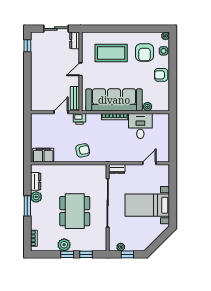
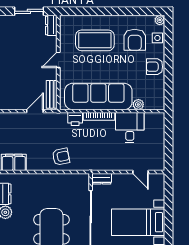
printer: (80, 119) -> (75, 119), moved
door: (149, 163) -> (141, 172), swing flipped

